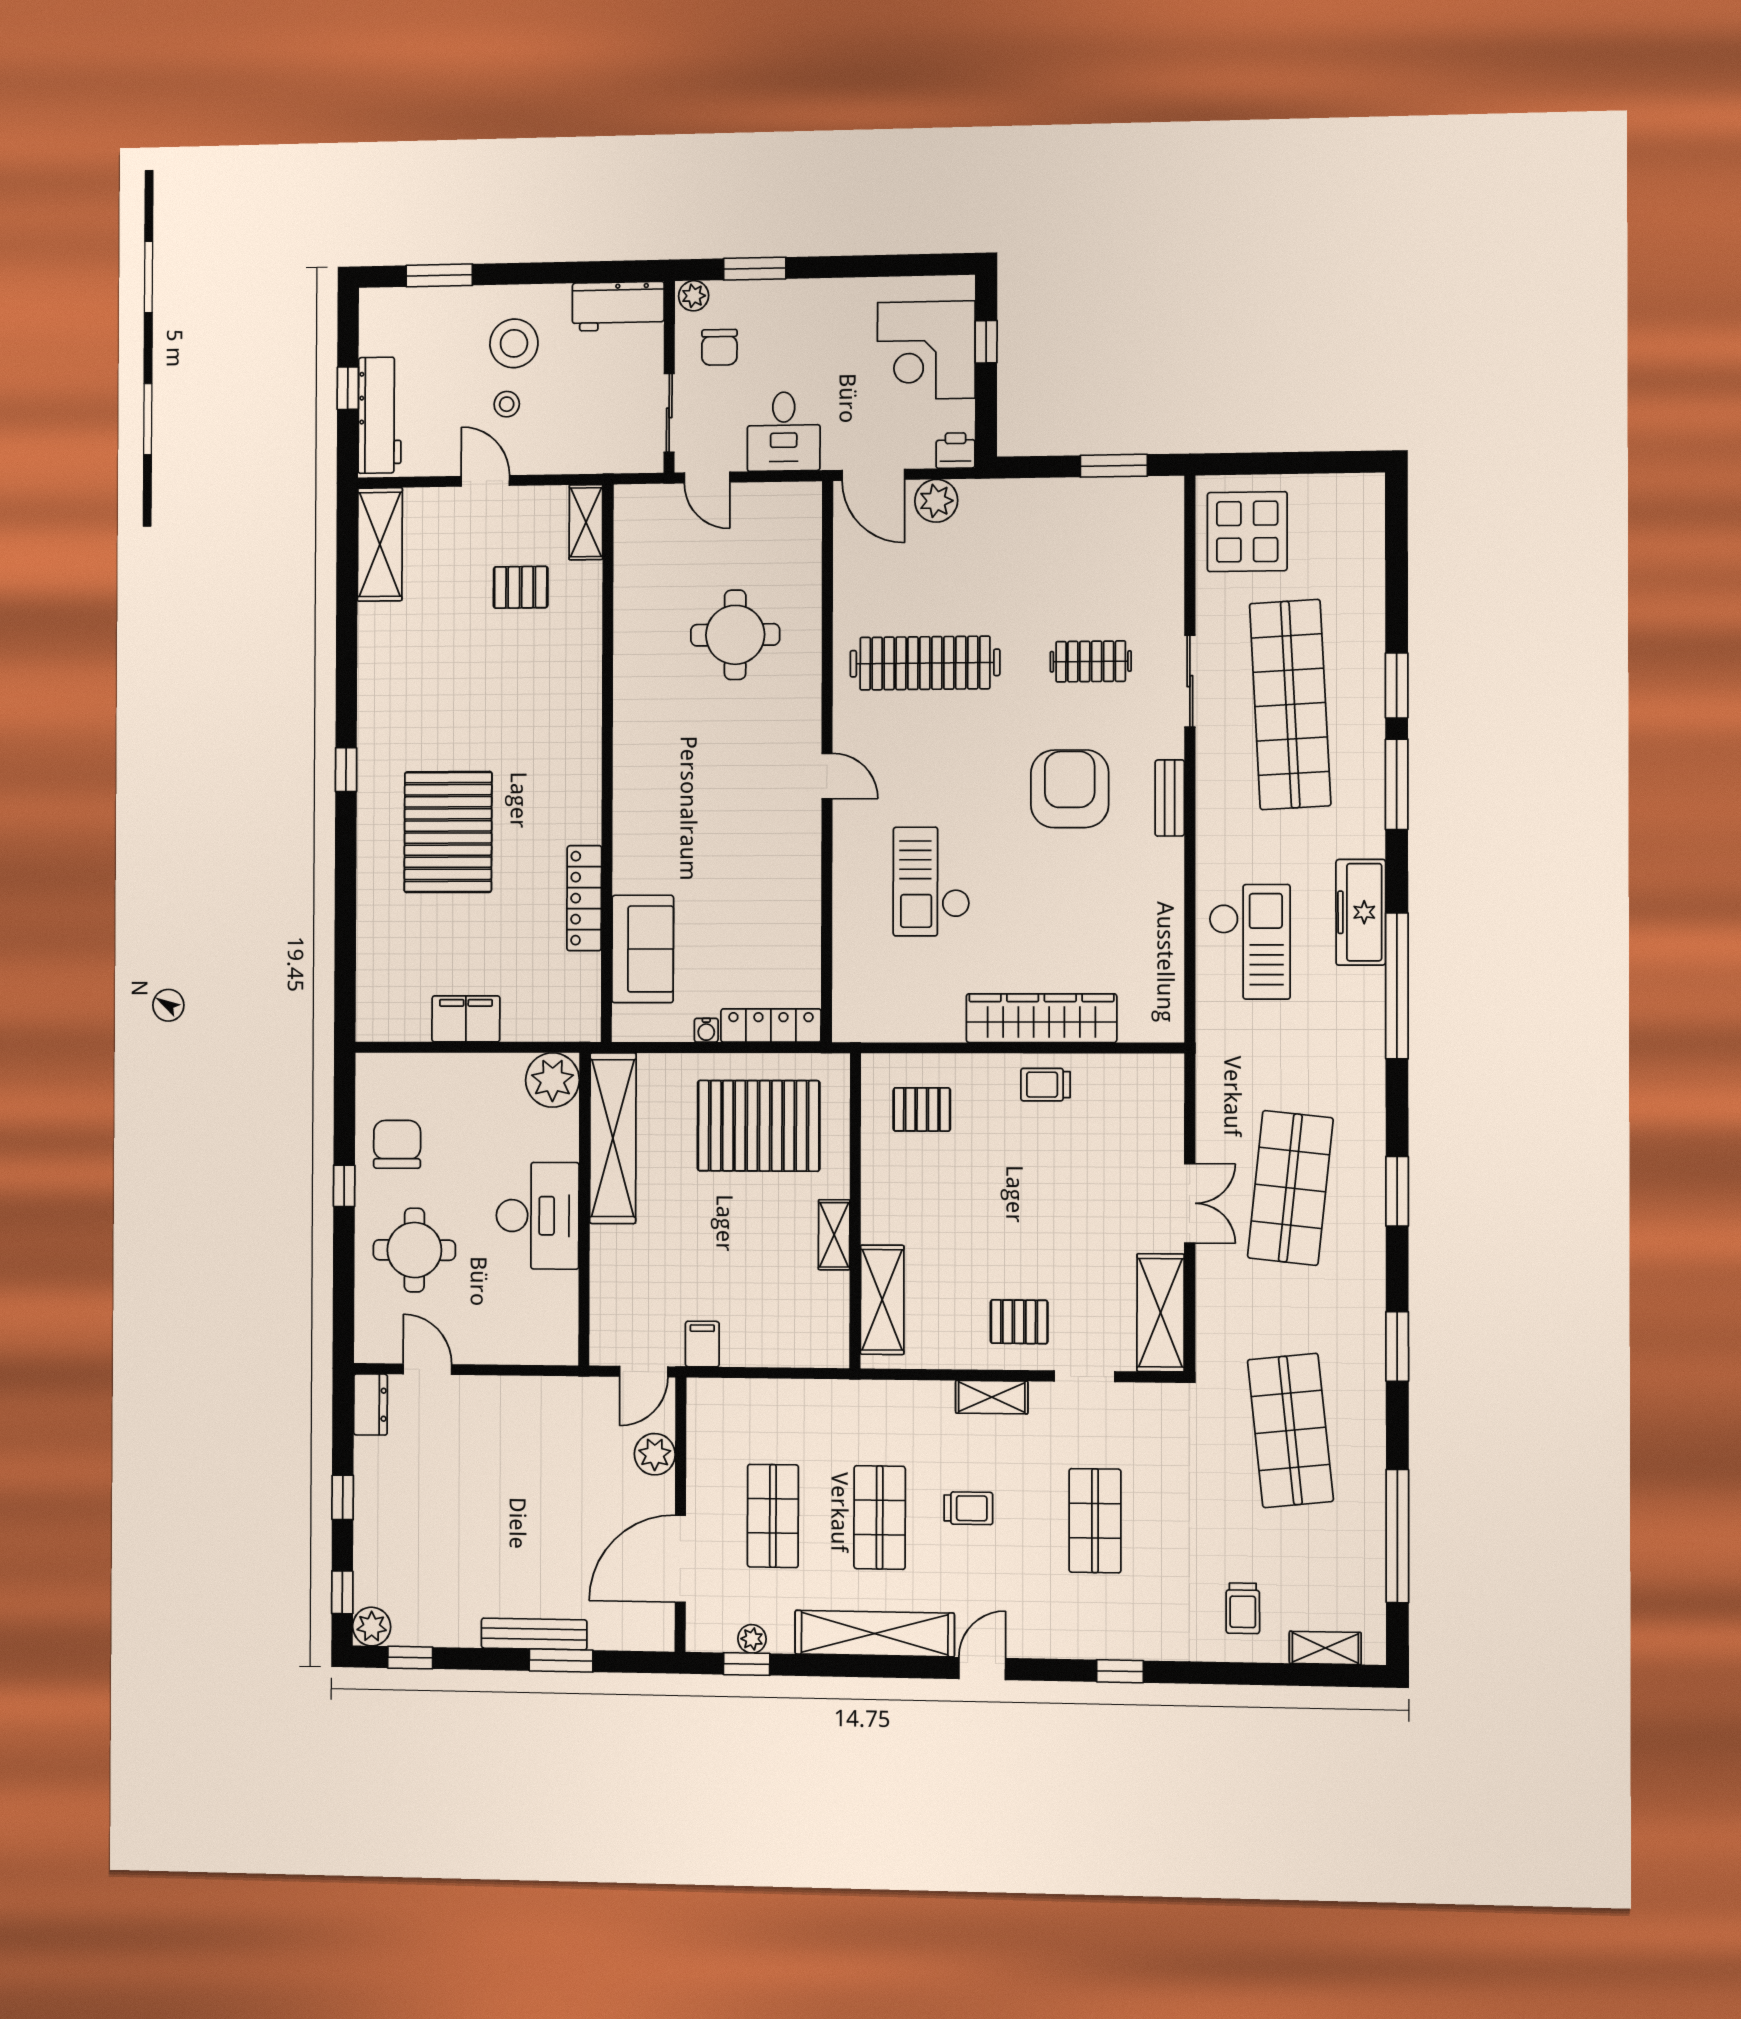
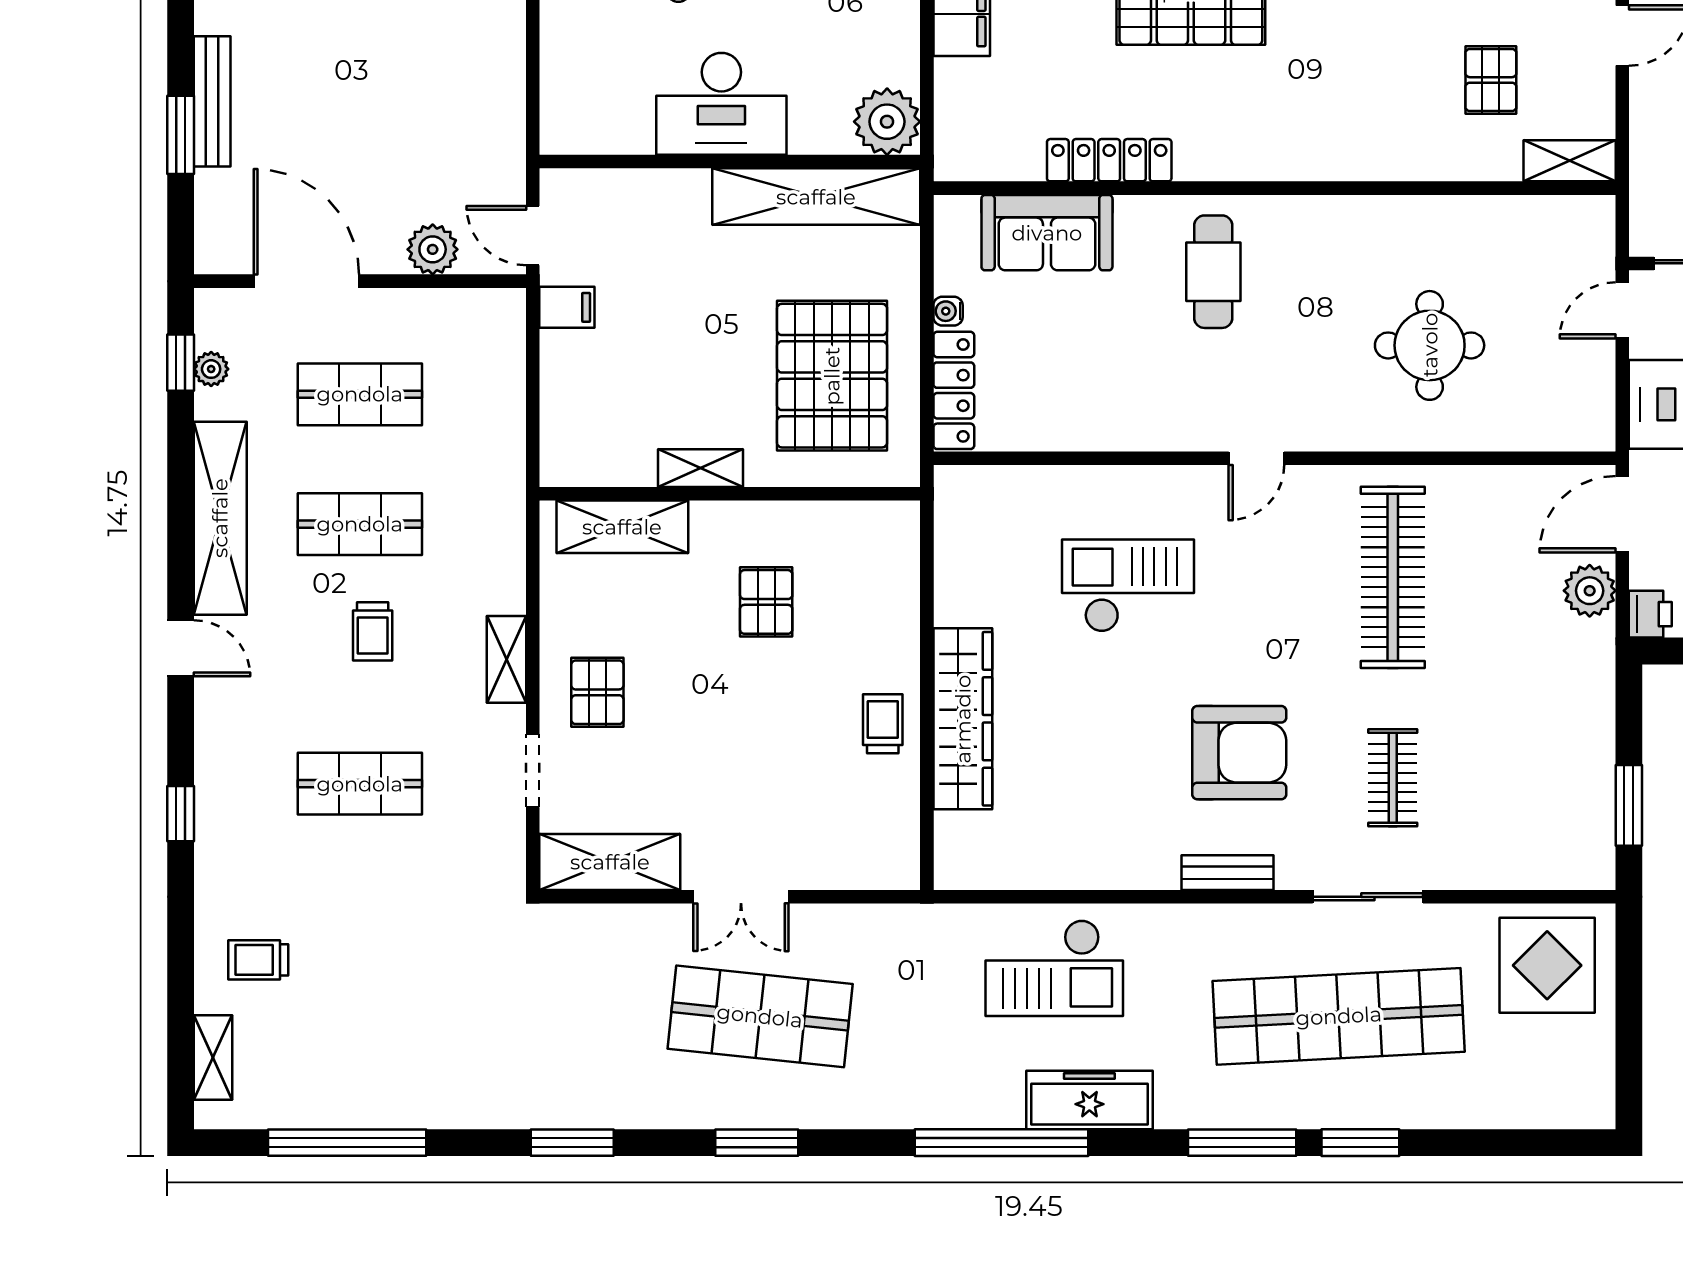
cafe table: (675, 813) -> (1213, 272), added
pallet: (922, 1109) -> (766, 602), moved
shop shelf: (1290, 1430) -> (471, 1016), removed

